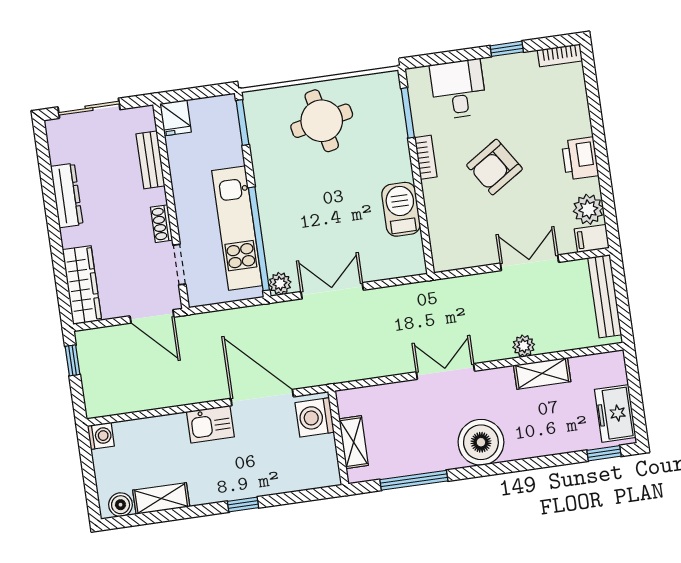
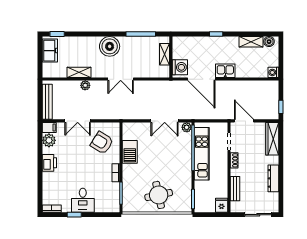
desk: (458, 89) -> (83, 200), moved
armchair: (494, 167) -> (102, 143), moved, turned -115

